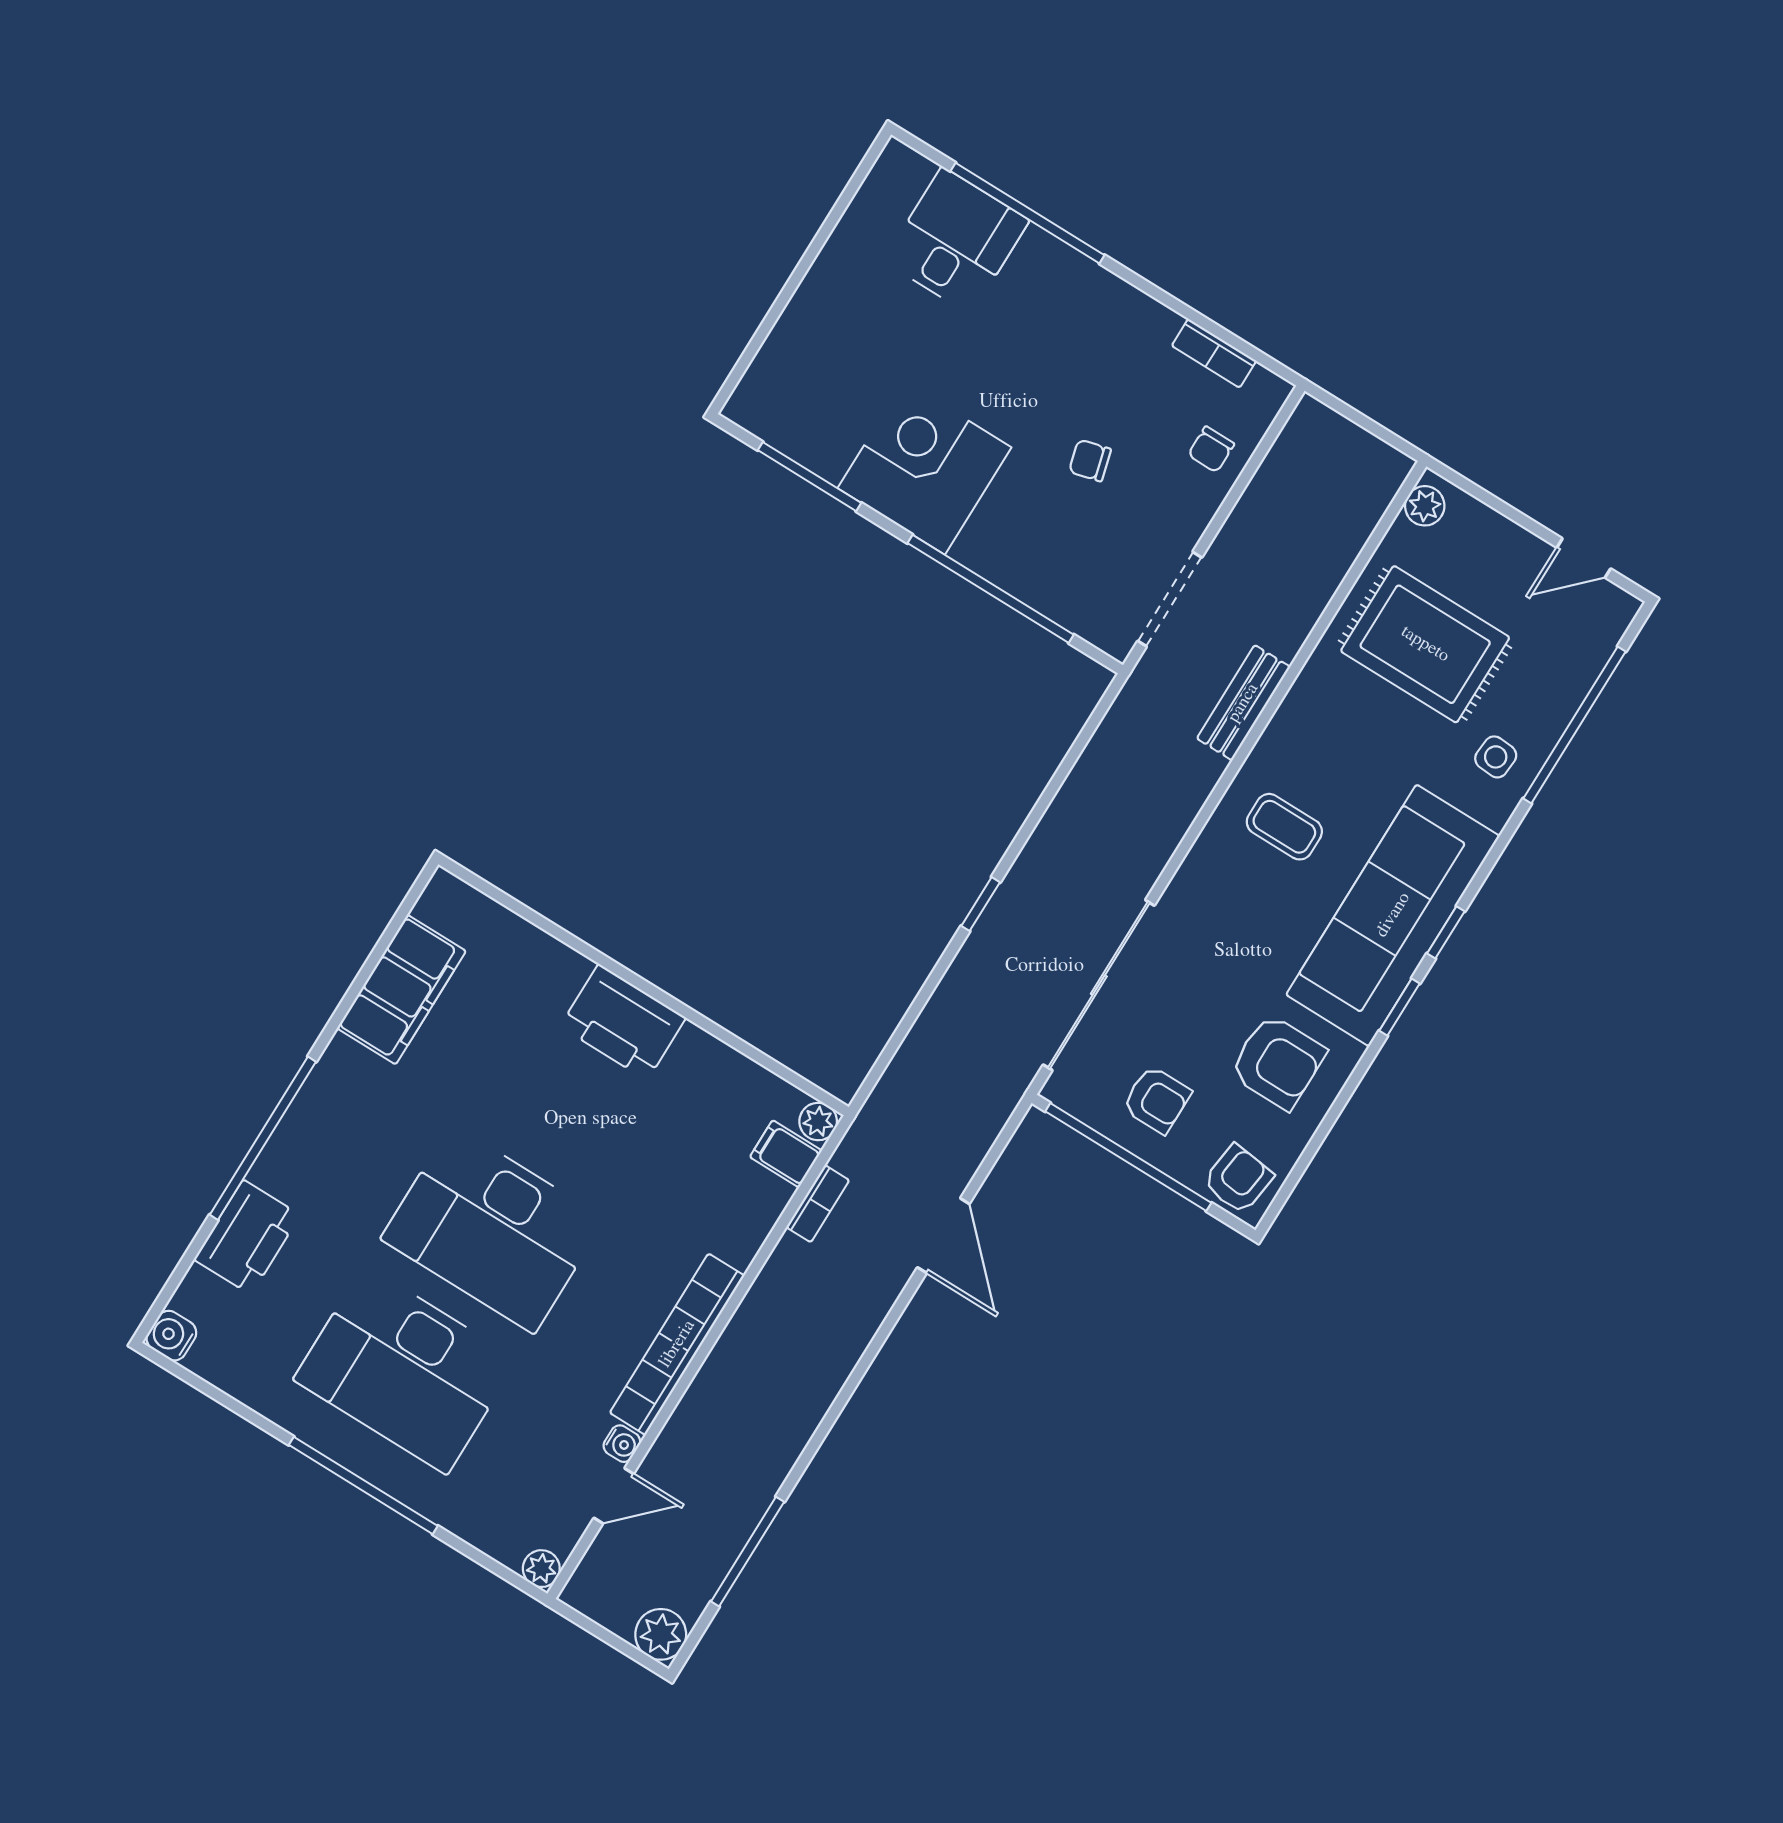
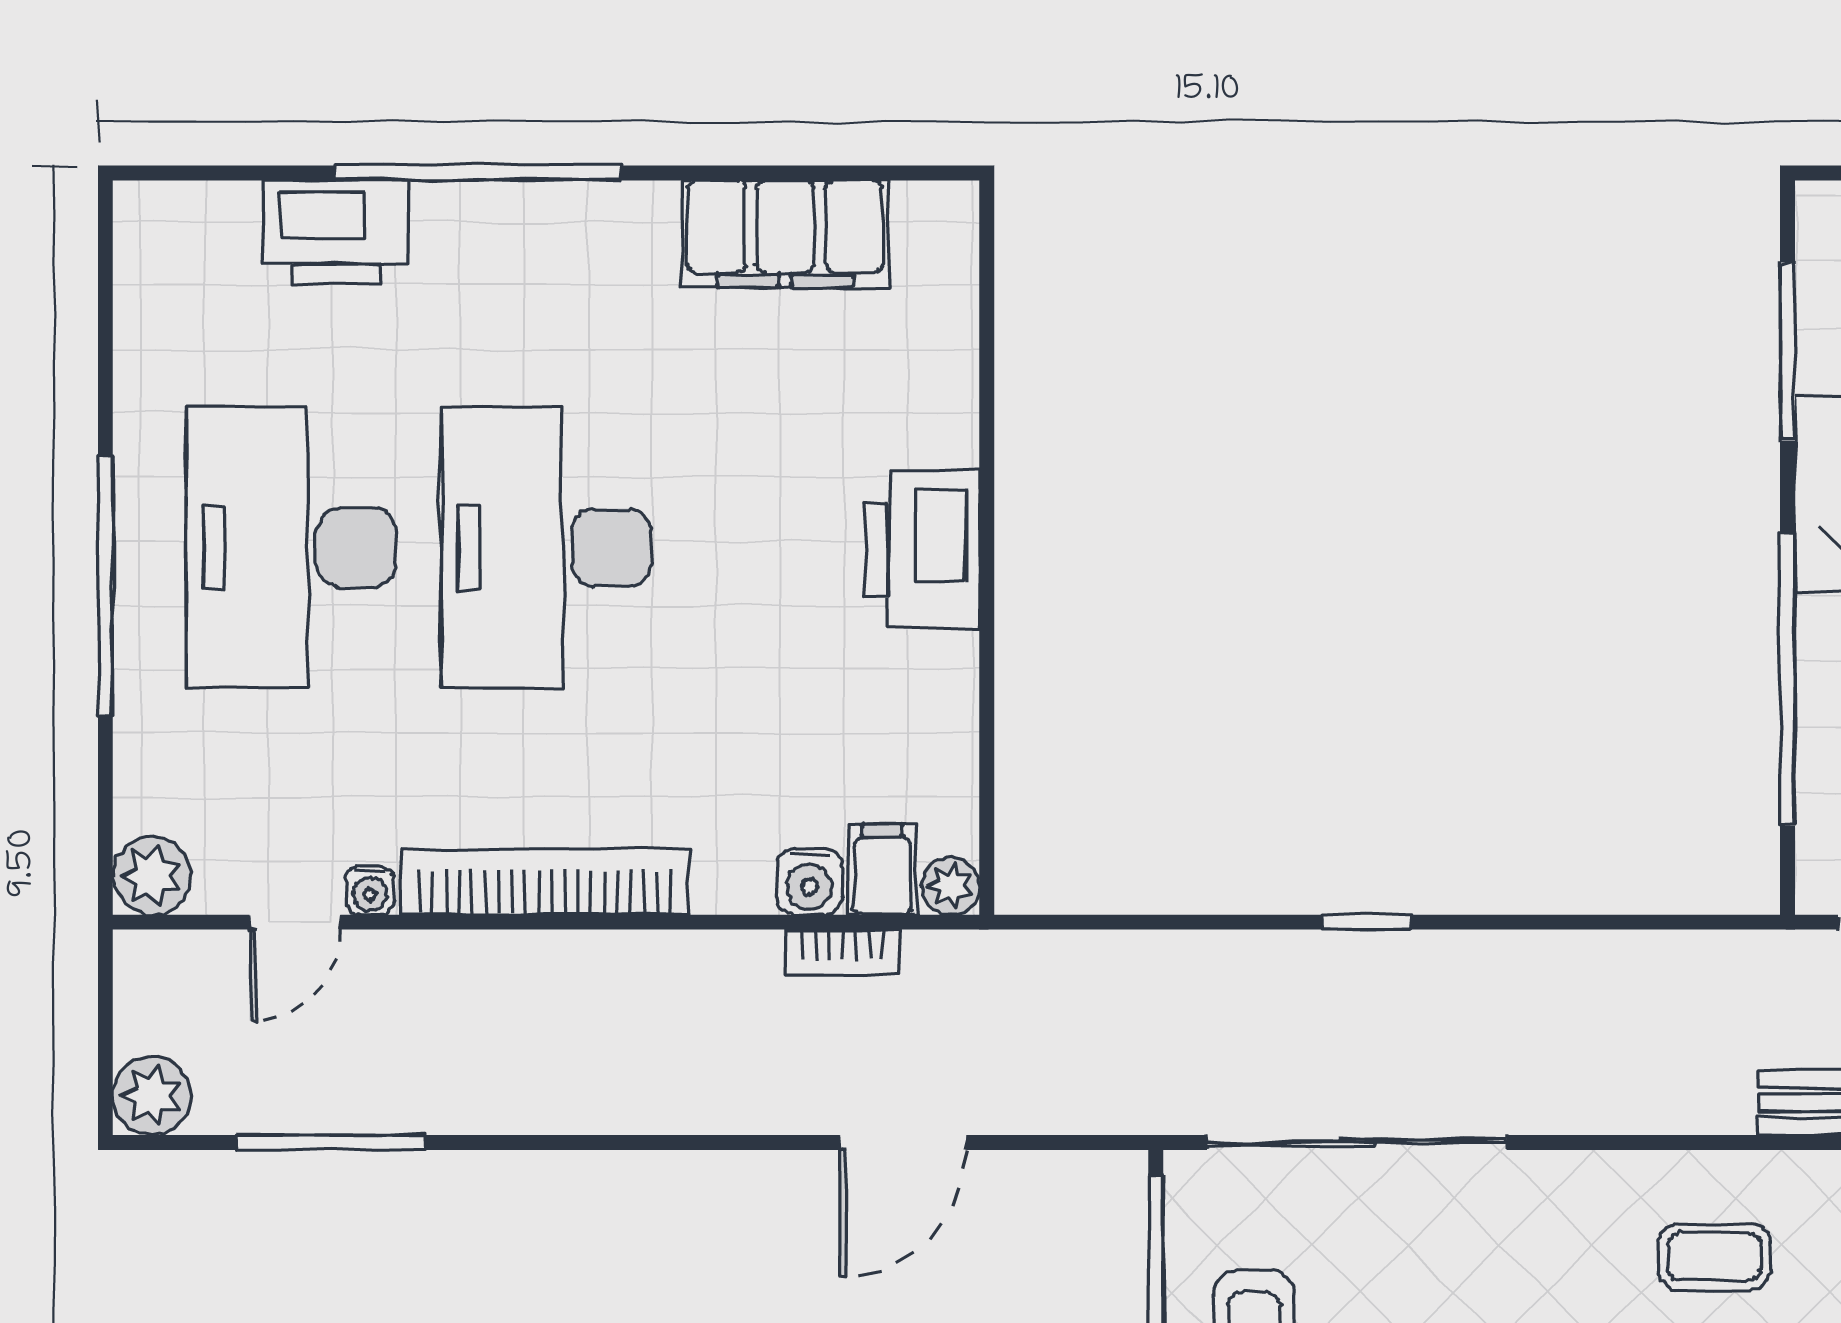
coffee table: (1284, 827) -> (1715, 1257), turned 90
water cooler: (171, 1336) -> (809, 882), moved, turned 180
door: (614, 1496) -> (295, 922), hinge flipped
plant: (541, 1569) -> (152, 876), width x1.38, depth x1.38

